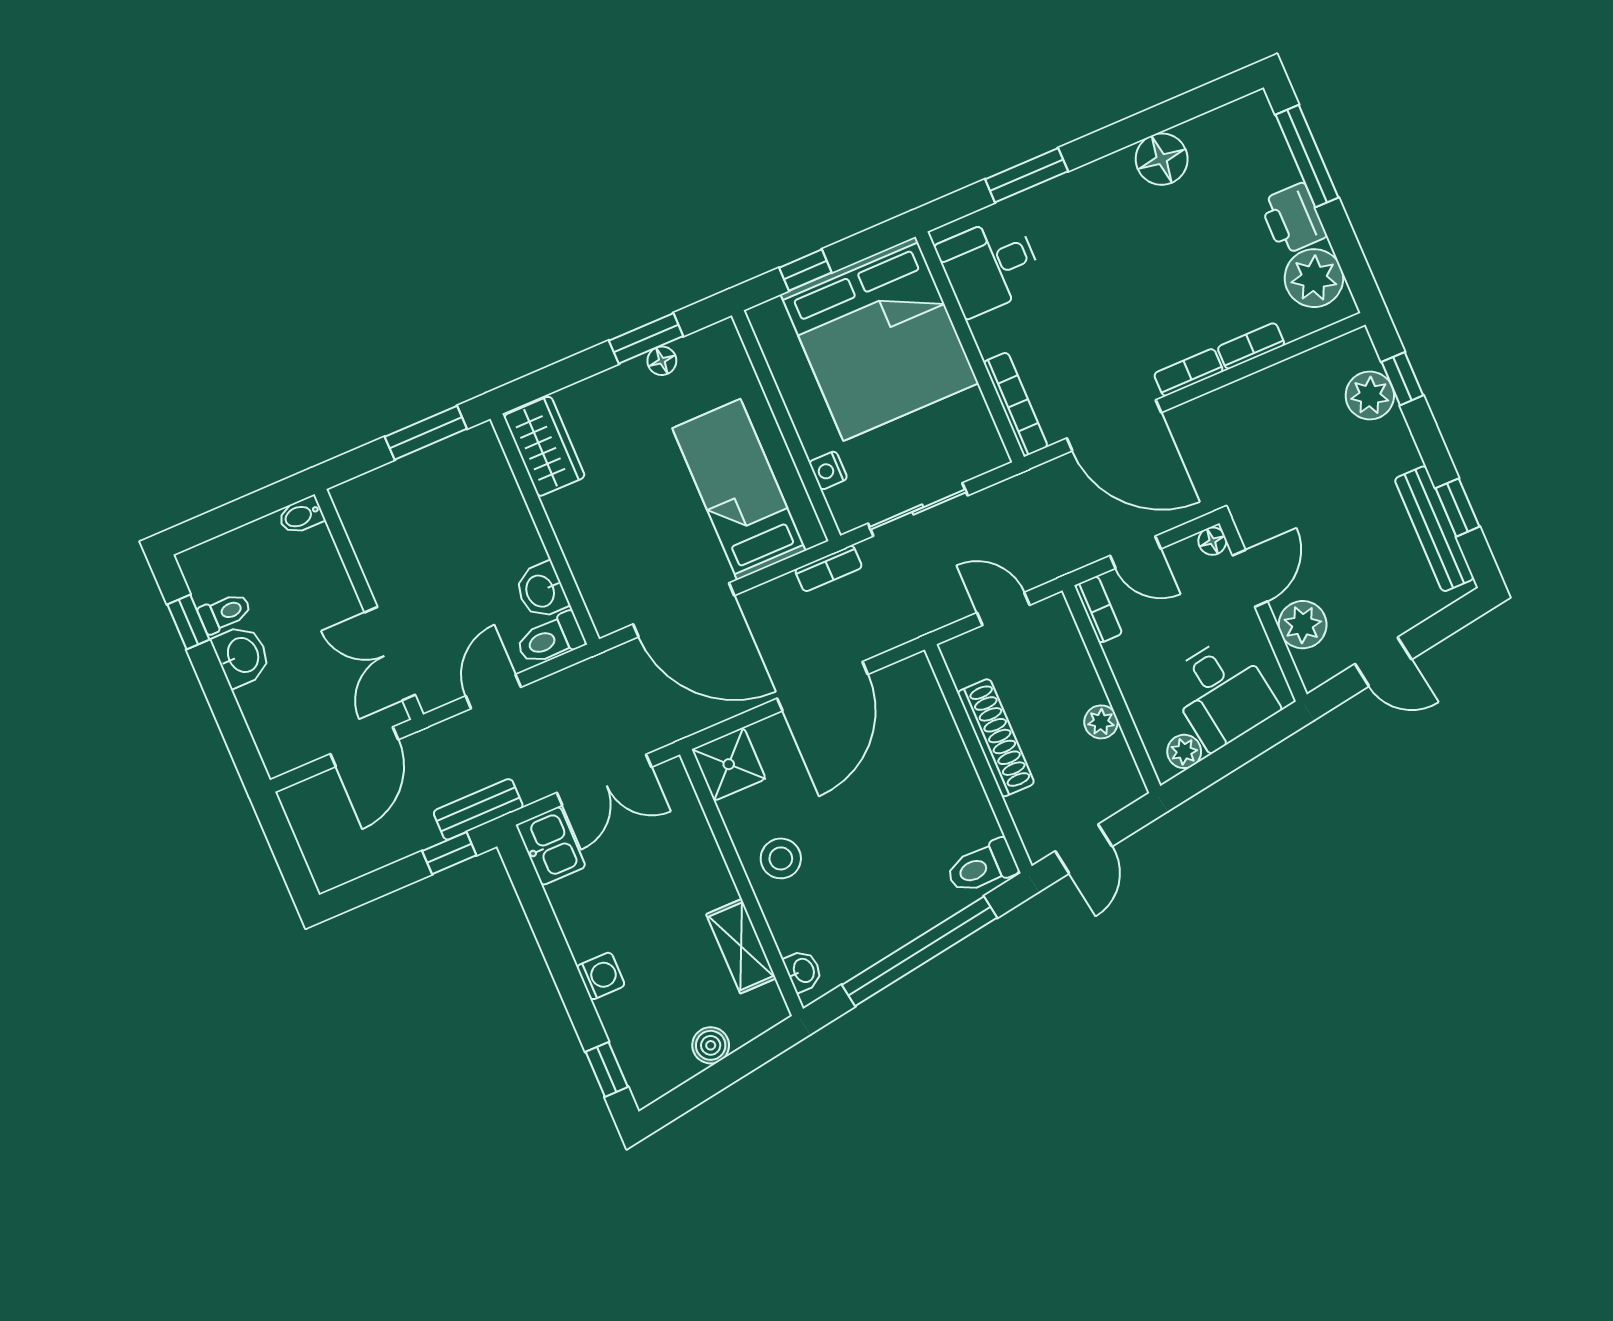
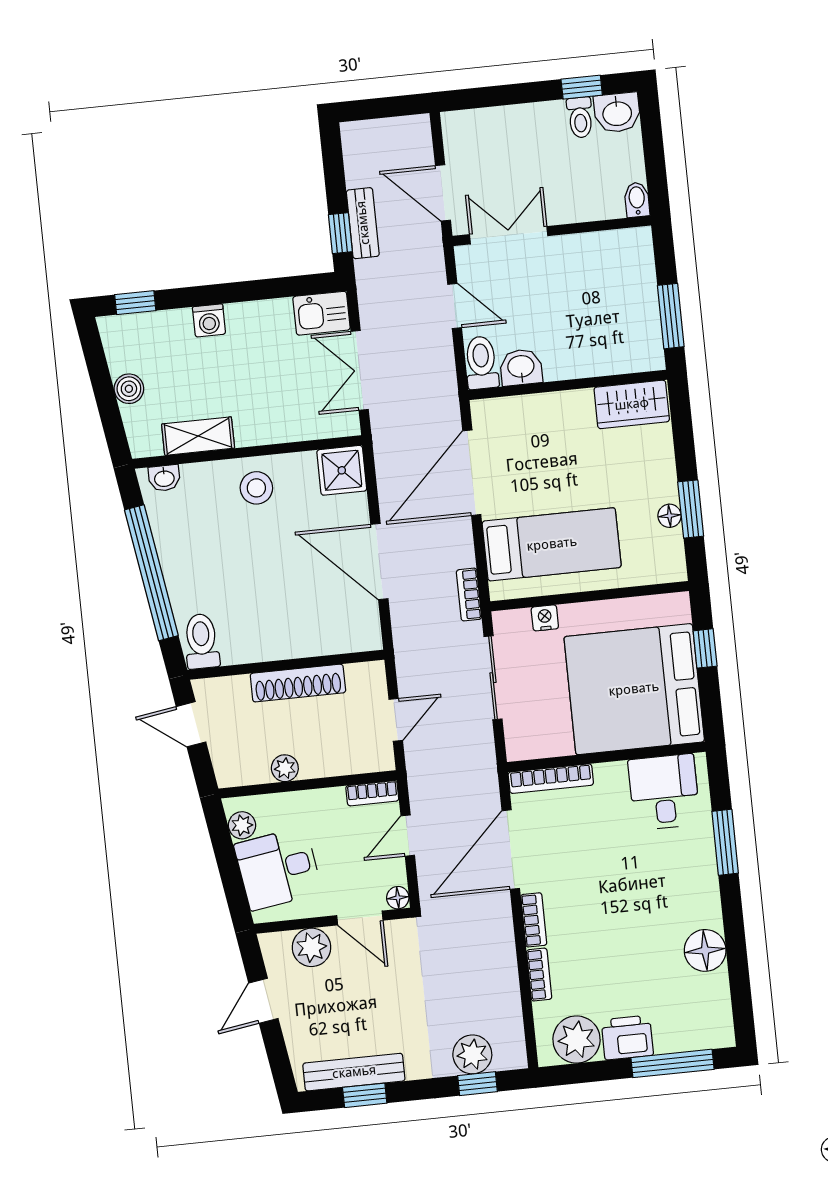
washbasin: (242, 656) -> (617, 113), moved
bench: (478, 809) -> (363, 223), moved

